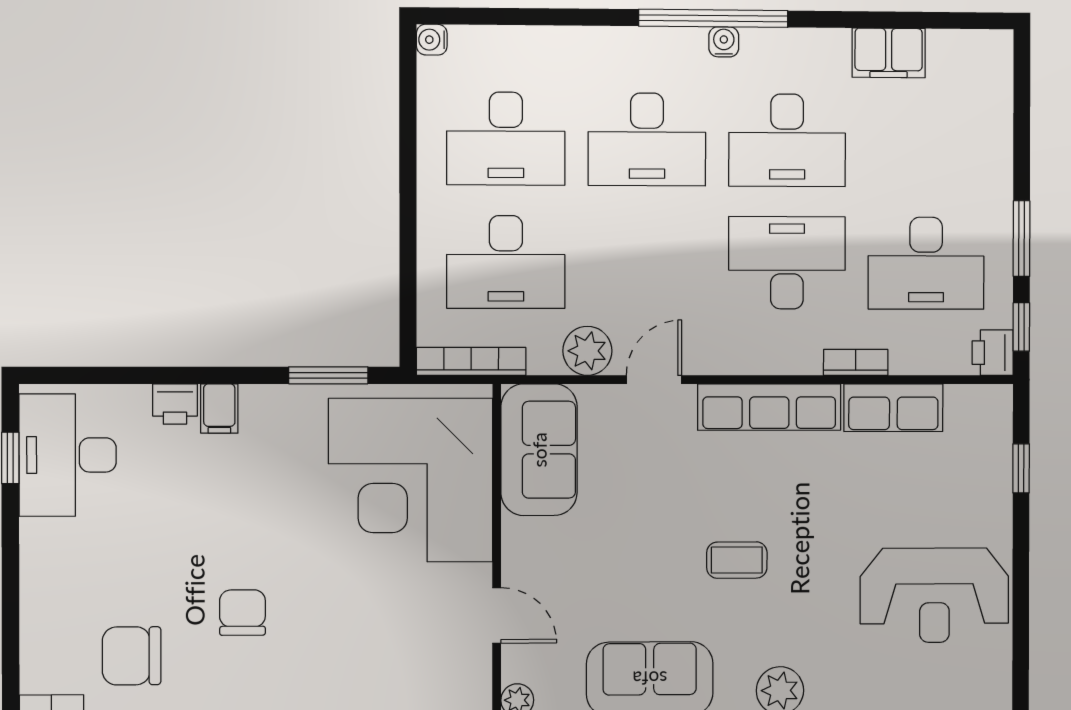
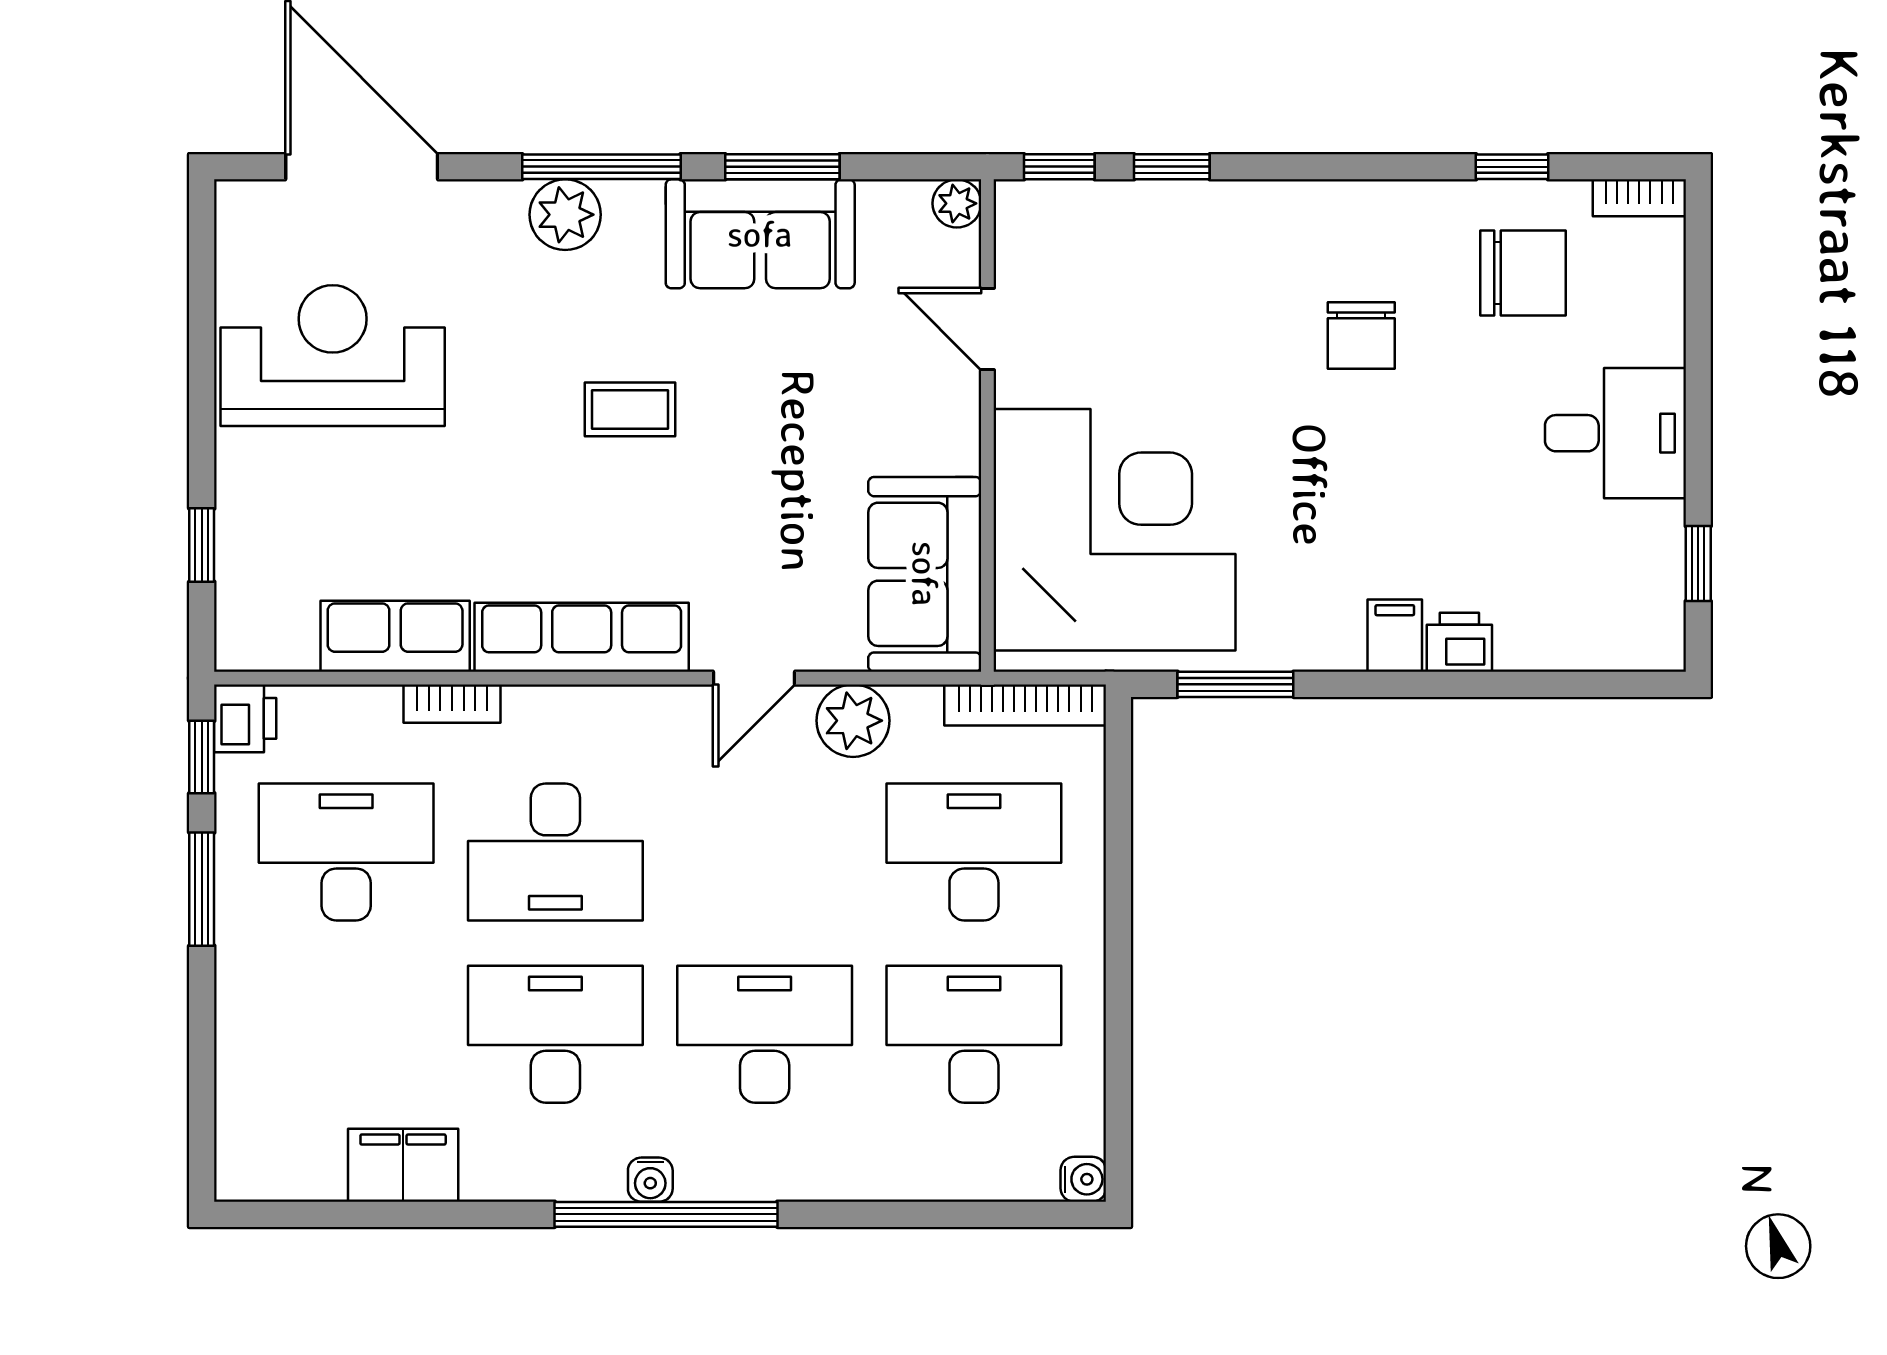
desk: (68, 455) -> (1615, 433), moved, width x0.73

